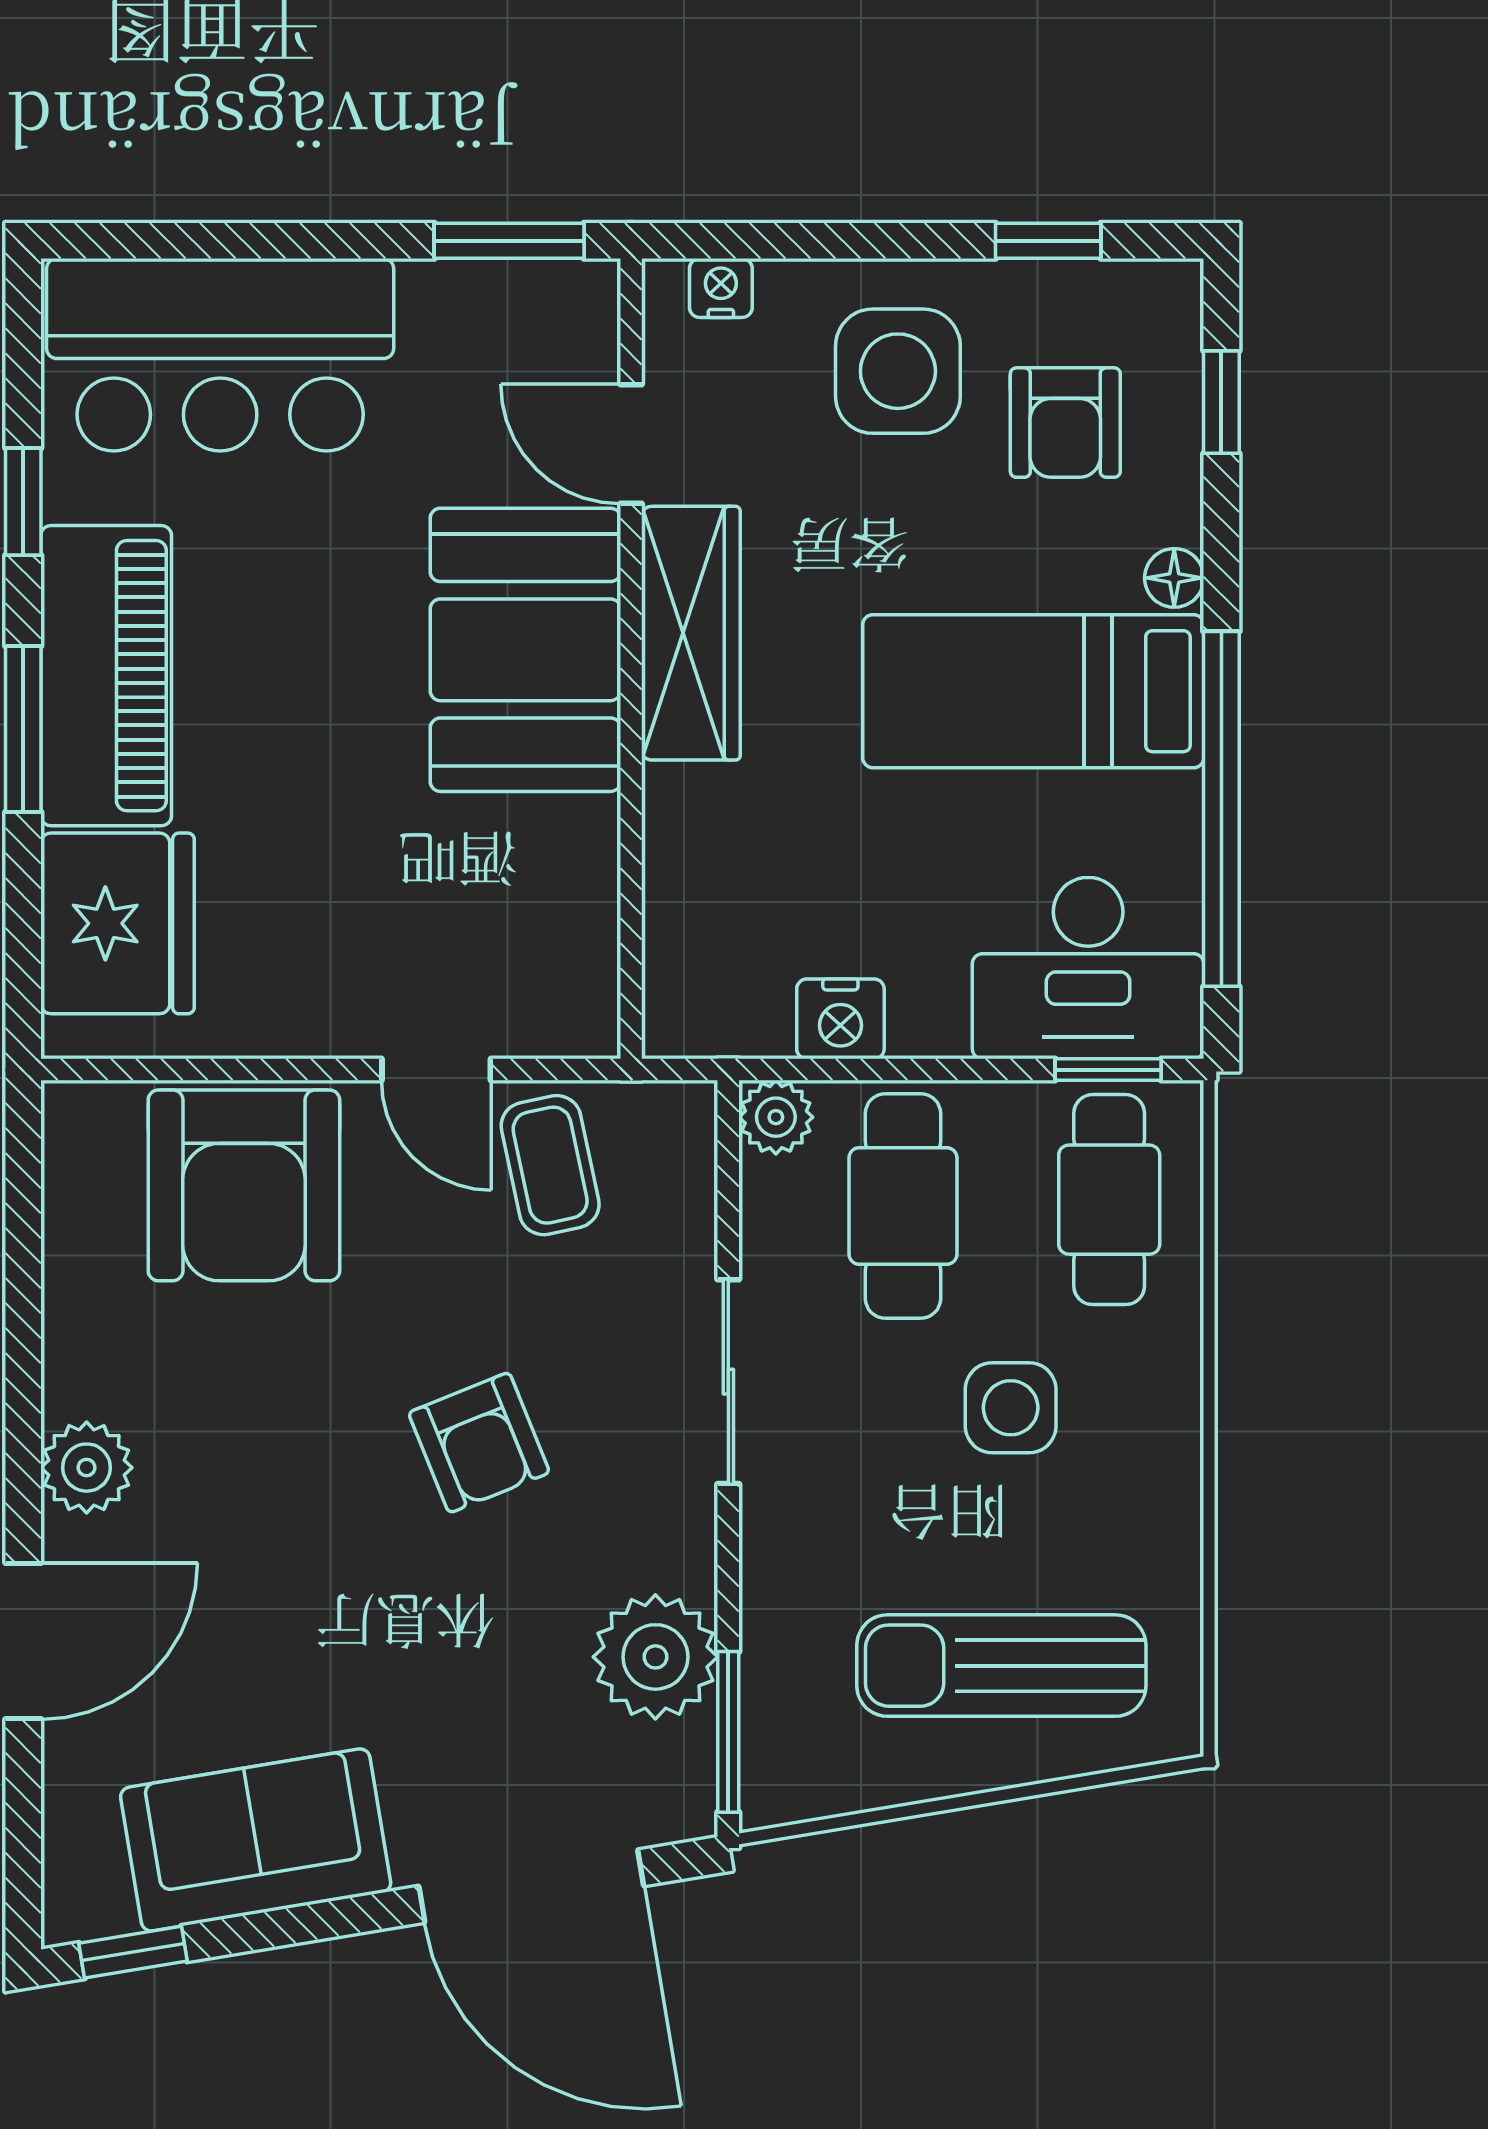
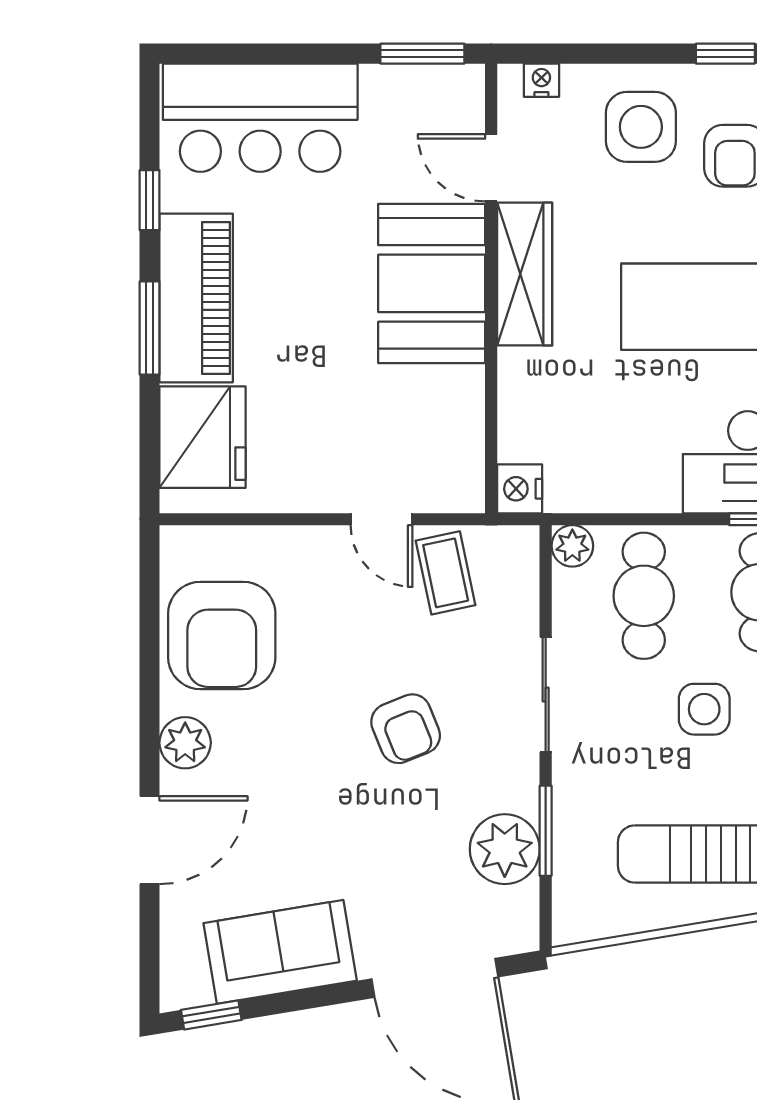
nightstand: (840, 1019) -> (520, 489), moved, turned 90
armchair: (244, 1185) -> (222, 635), moved
window: (728, 1732) -> (546, 831), moved

